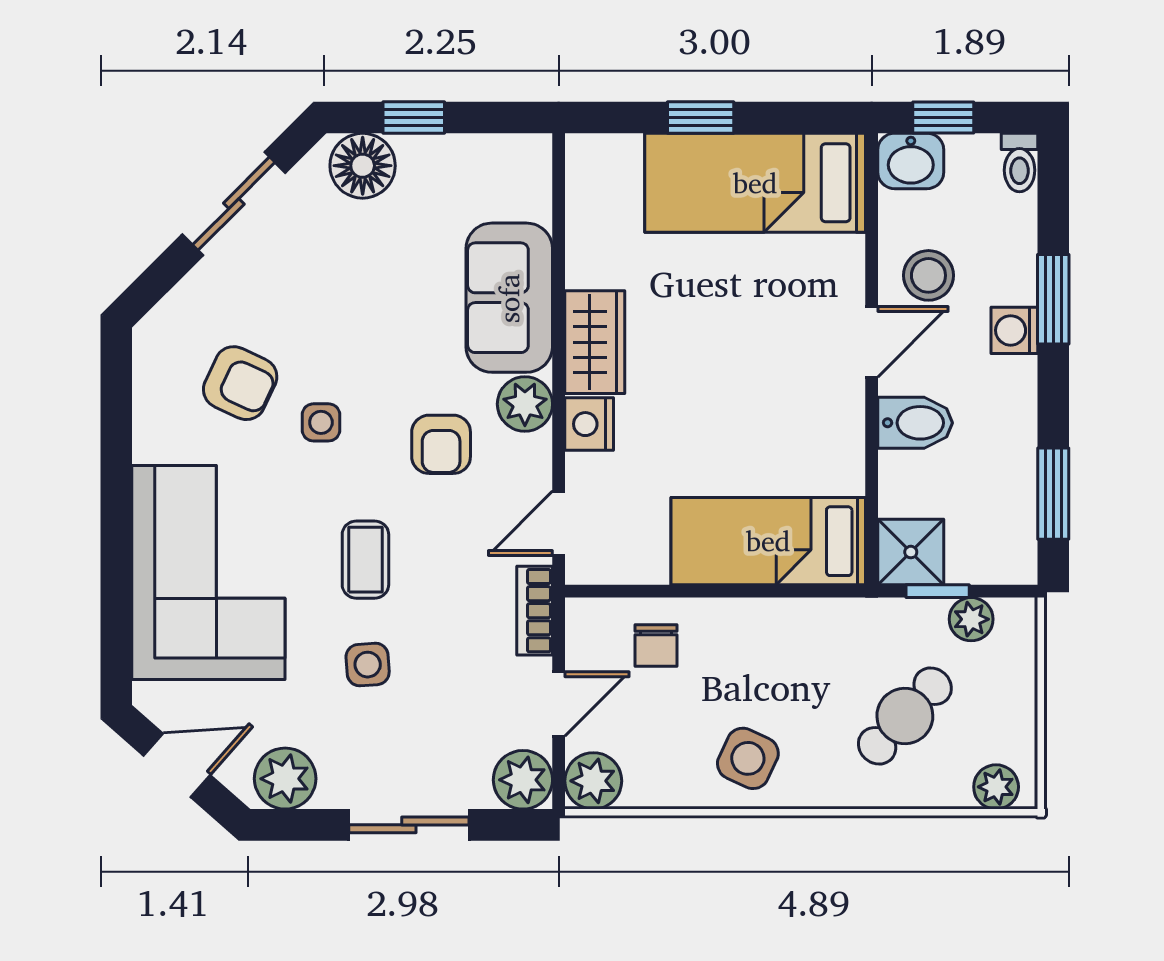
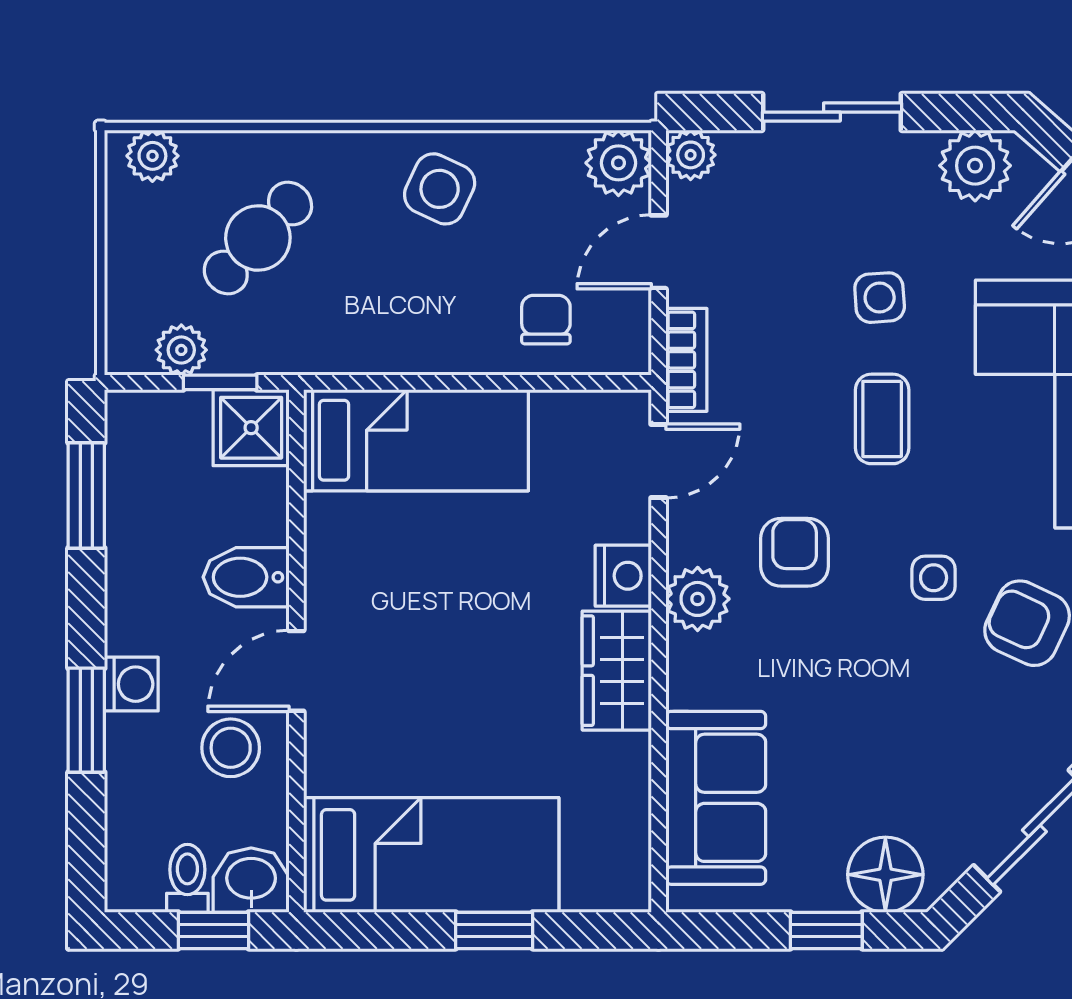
toilet: (1020, 163) -> (187, 878), moved
sofa: (509, 298) -> (716, 798), moved
plant: (523, 780) -> (691, 155), width x0.73, depth x0.73

